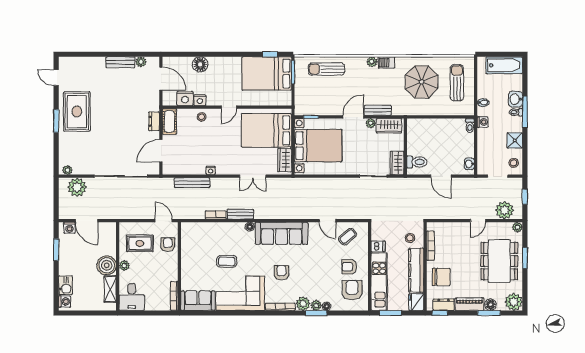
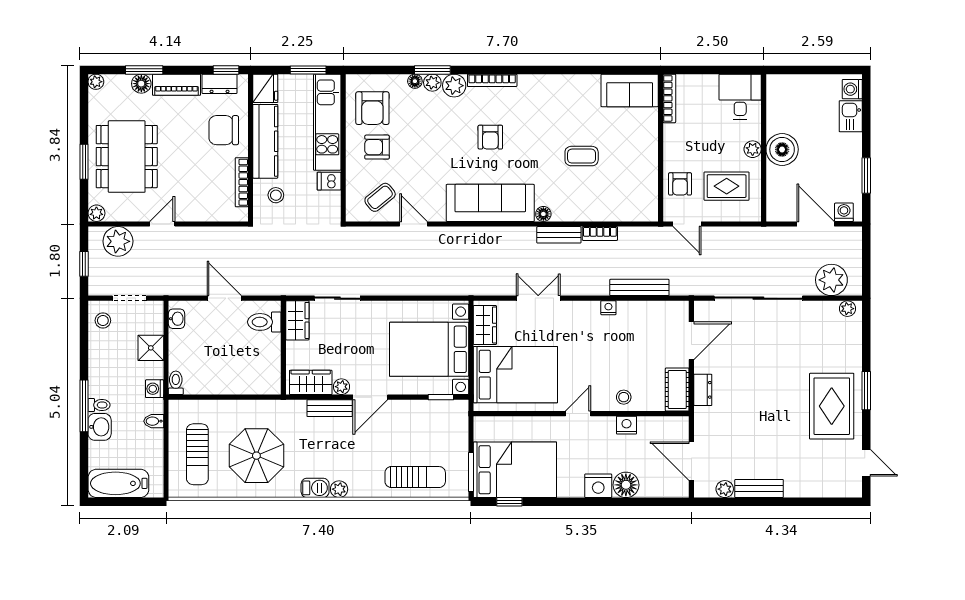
nightstand: (185, 98) -> (598, 486), moved, turned 180
shower: (515, 140) -> (151, 348), moved
armchair: (349, 267) -> (377, 147), turned 180
shelving: (110, 289) -> (776, 110), removed
corner sofa: (240, 293) -> (559, 103), removed
plant: (514, 302) -> (96, 82), width x0.53, depth x0.53

